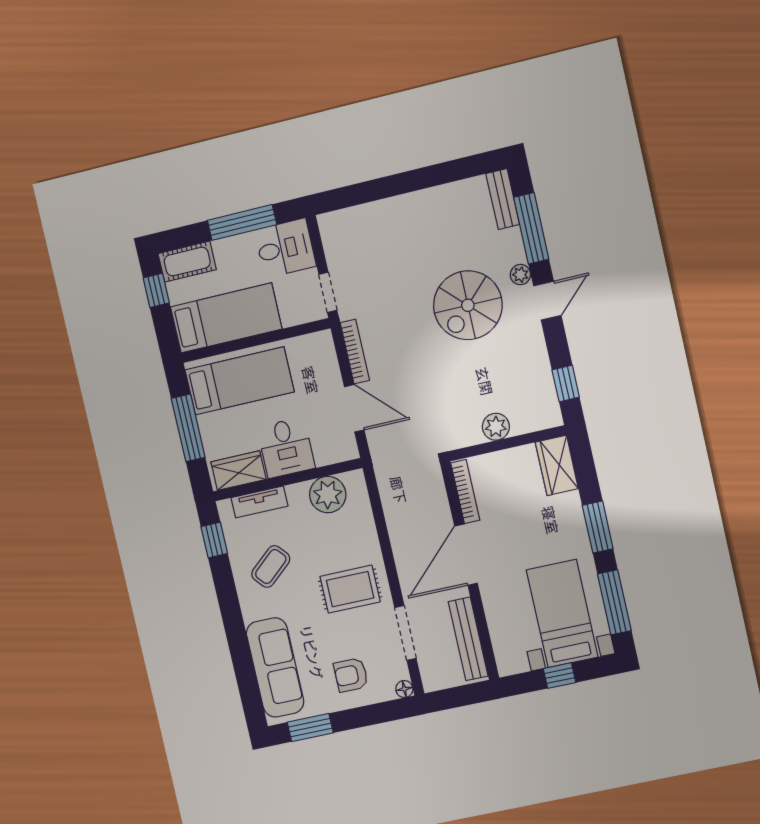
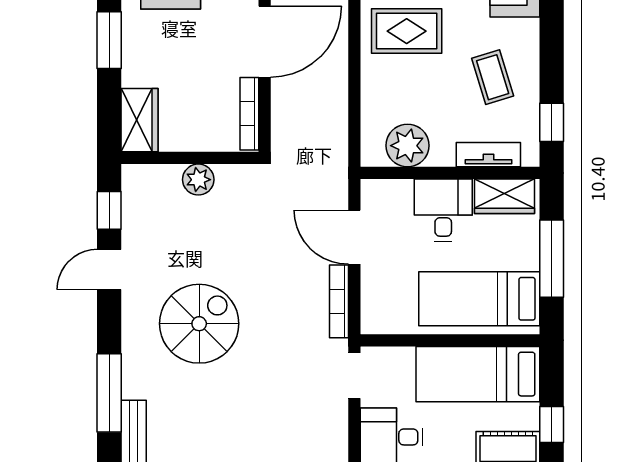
plant: (520, 275) -> (133, 344), removed
door: (547, 301) -> (109, 270), moved
coffee table: (271, 566) -> (493, 77), turned -66

